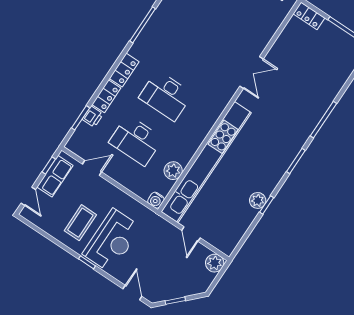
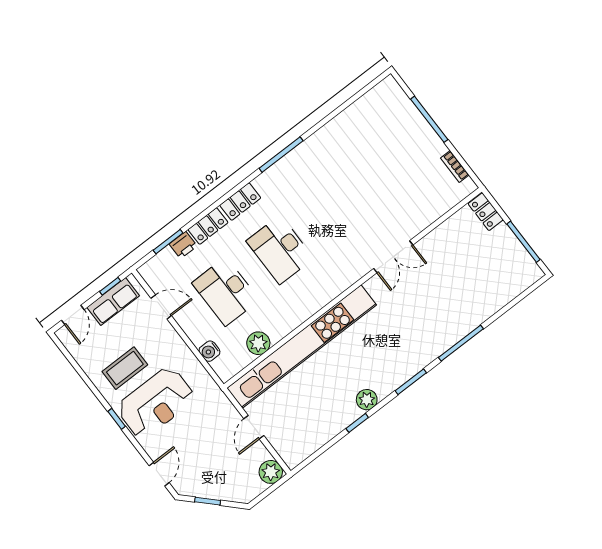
water cooler: (156, 200) -> (209, 351), moved
plant: (258, 200) -> (367, 400), moved

